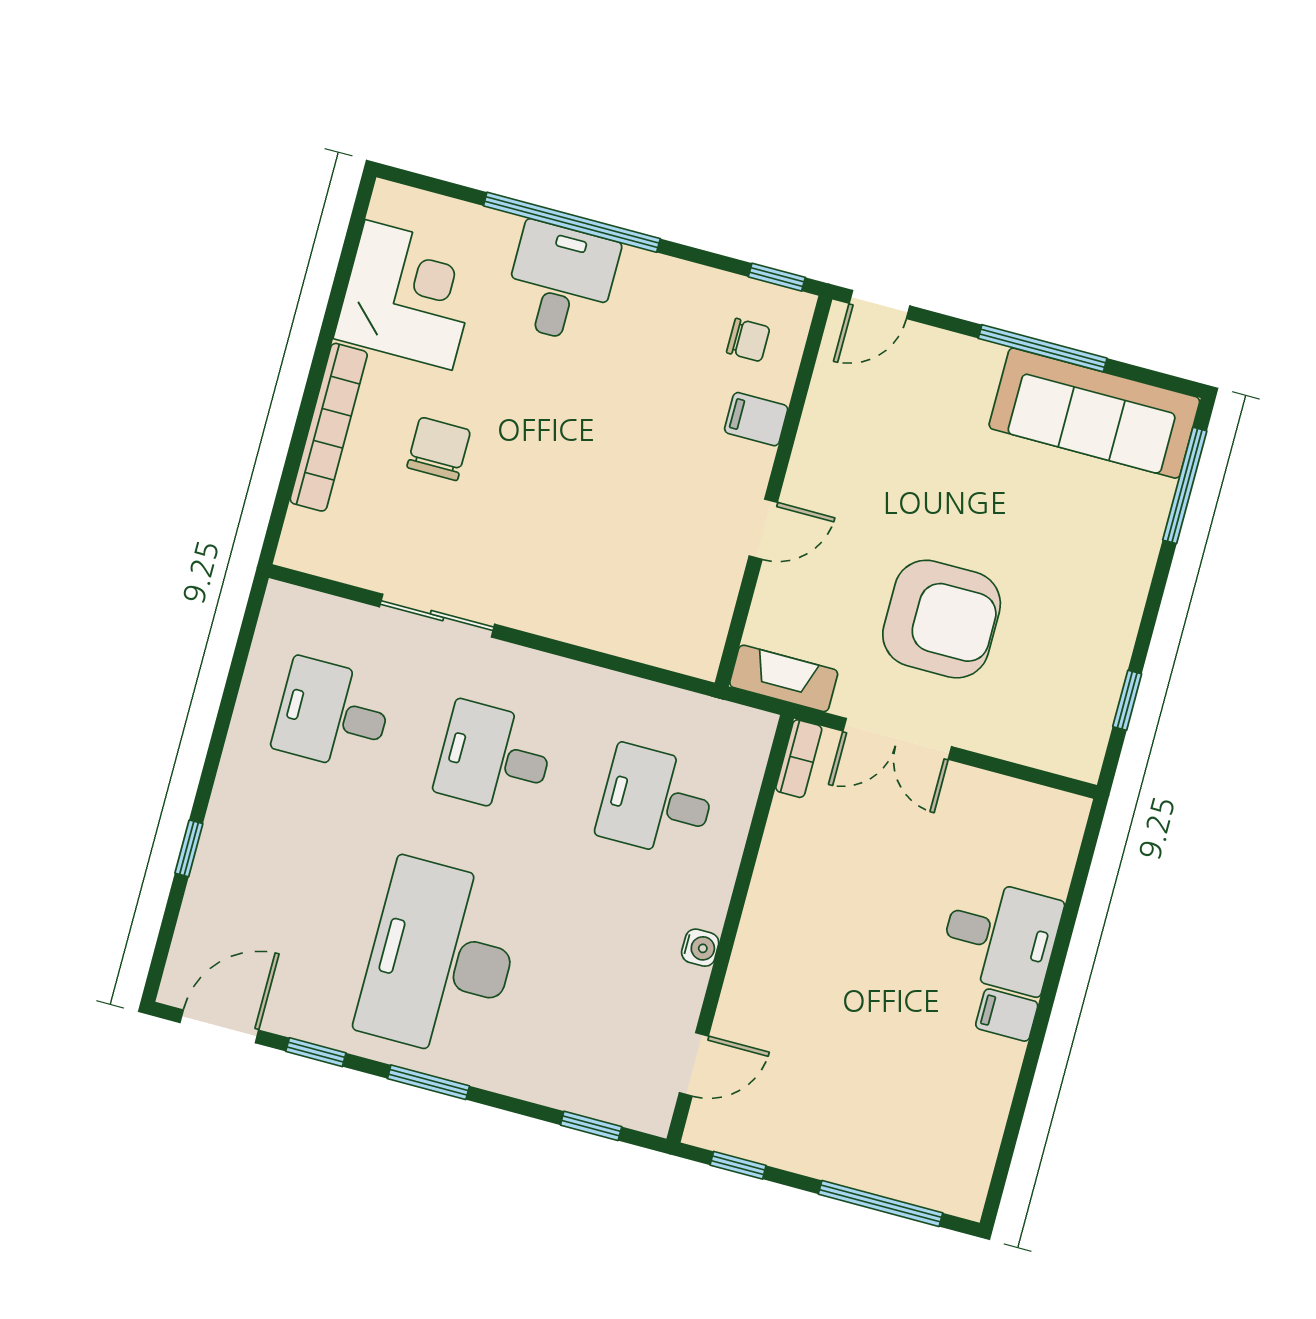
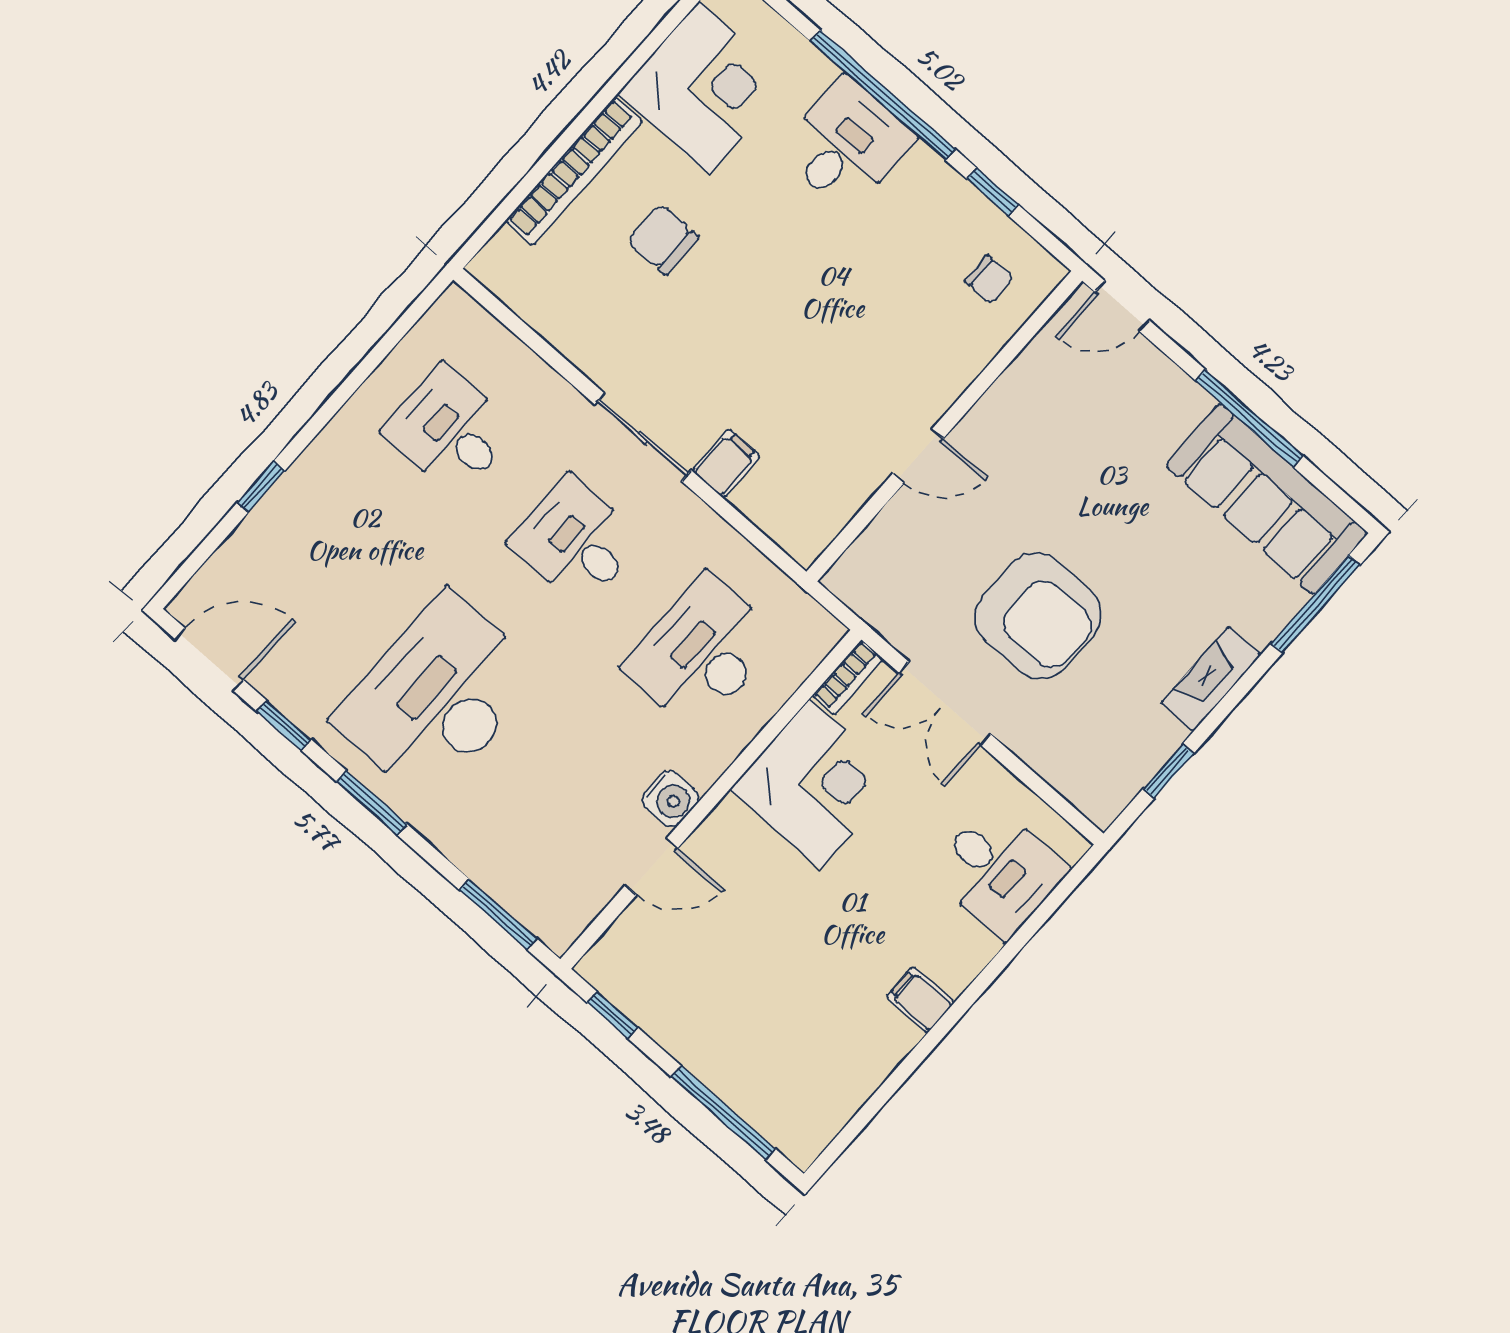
window: (777, 277) -> (993, 192), moved
filing cabinet: (756, 419) -> (726, 463), moved, turned 90
chair: (439, 449) -> (663, 239), turned -90
sliding door: (437, 616) -> (643, 437), moved
fireplace: (784, 678) -> (1211, 679), moved, turned -90
desk: (657, 801) -> (701, 652), width x1.37
corner desk: (816, 868) -> (815, 784), added
desk: (1001, 936) -> (999, 871), moved
water cooler: (700, 948) -> (670, 799), width x1.38, depth x1.38
door: (694, 1064) -> (651, 867), moved
window: (591, 1126) -> (498, 914), width x1.50

